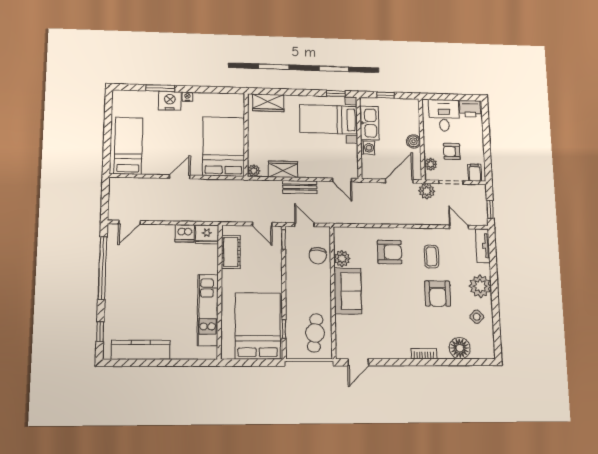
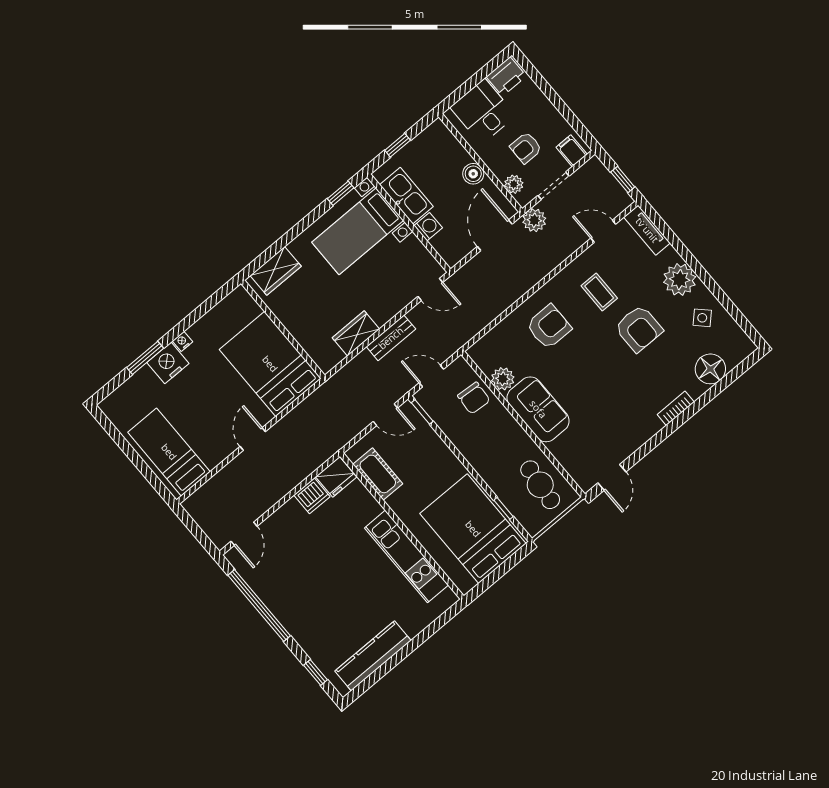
plant: (254, 171) -> (326, 363), removed

